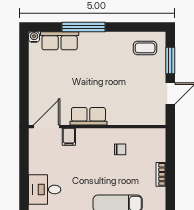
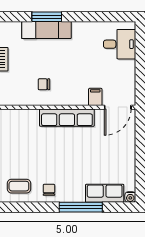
chair: (115, 44) -> (49, 190), added
row of seats: (88, 116) -> (67, 118), width x1.48

